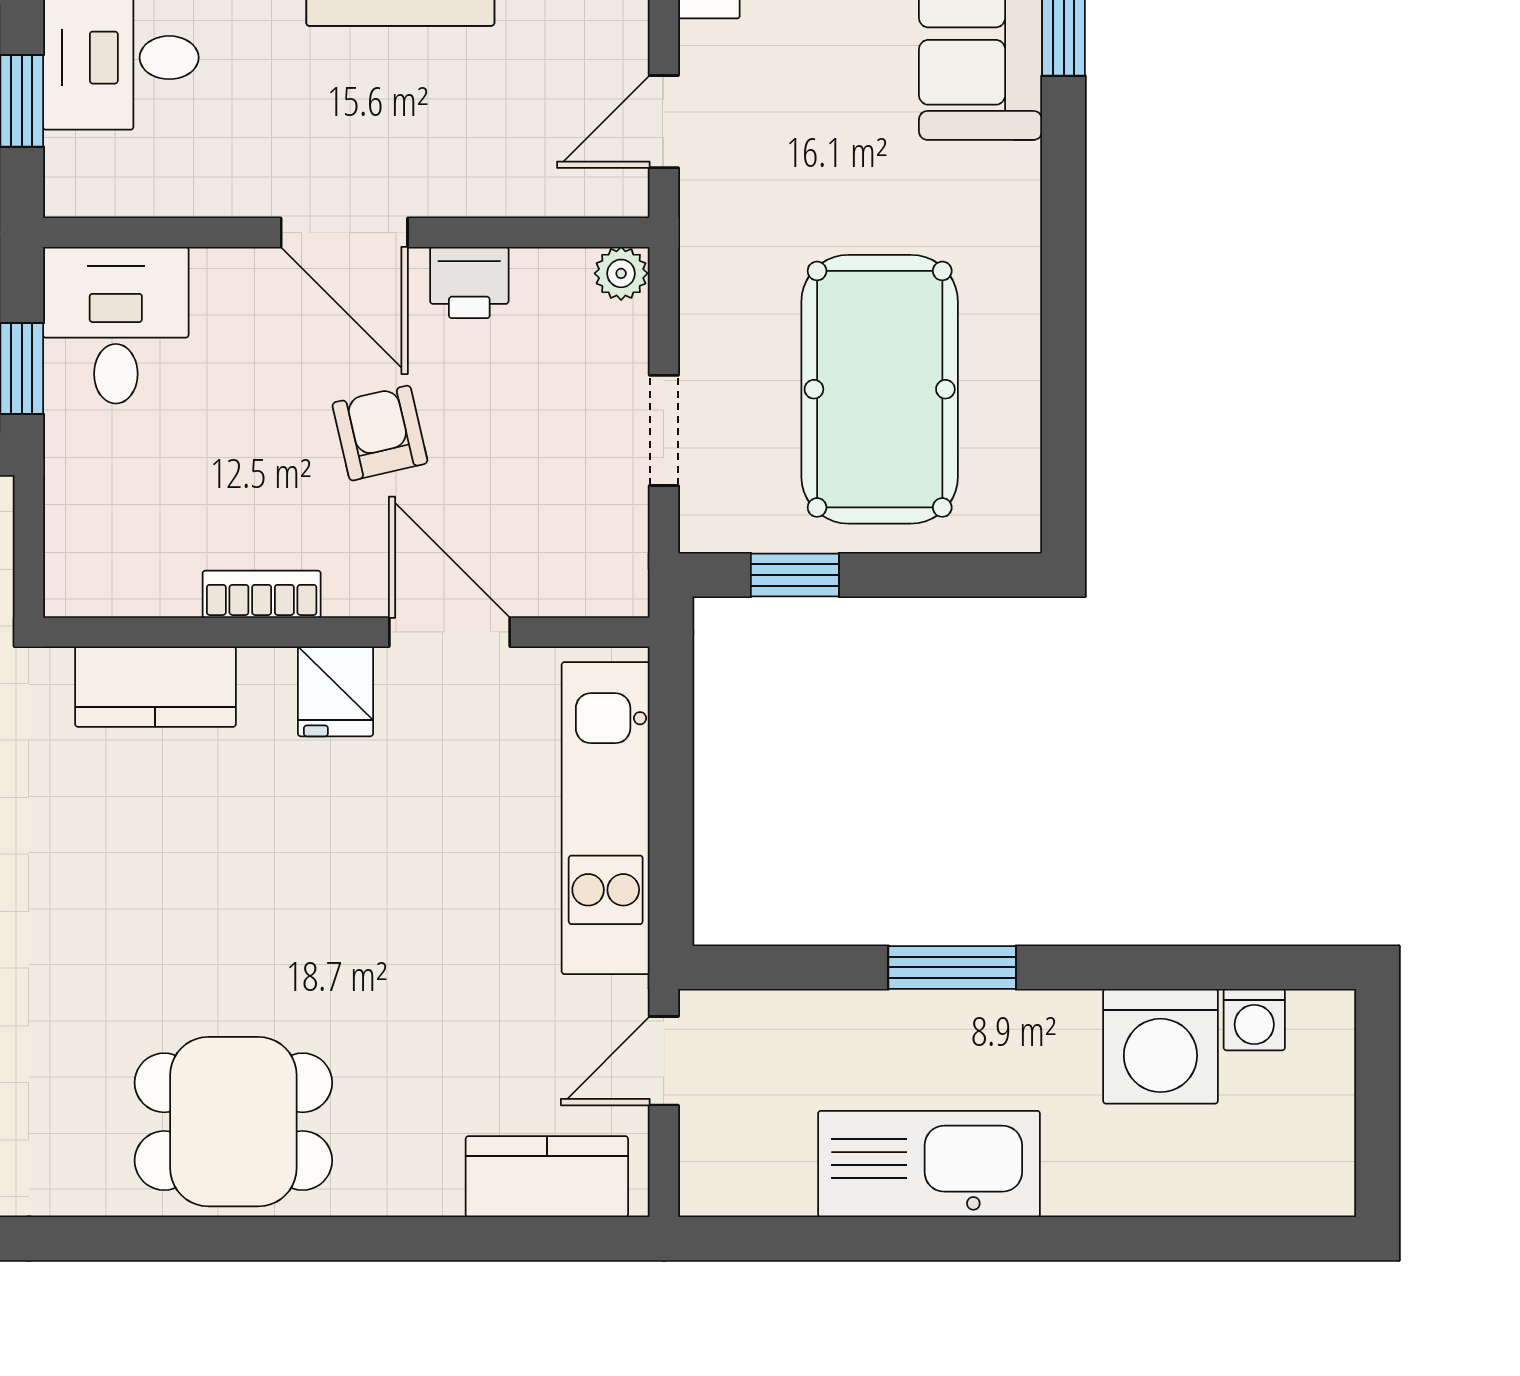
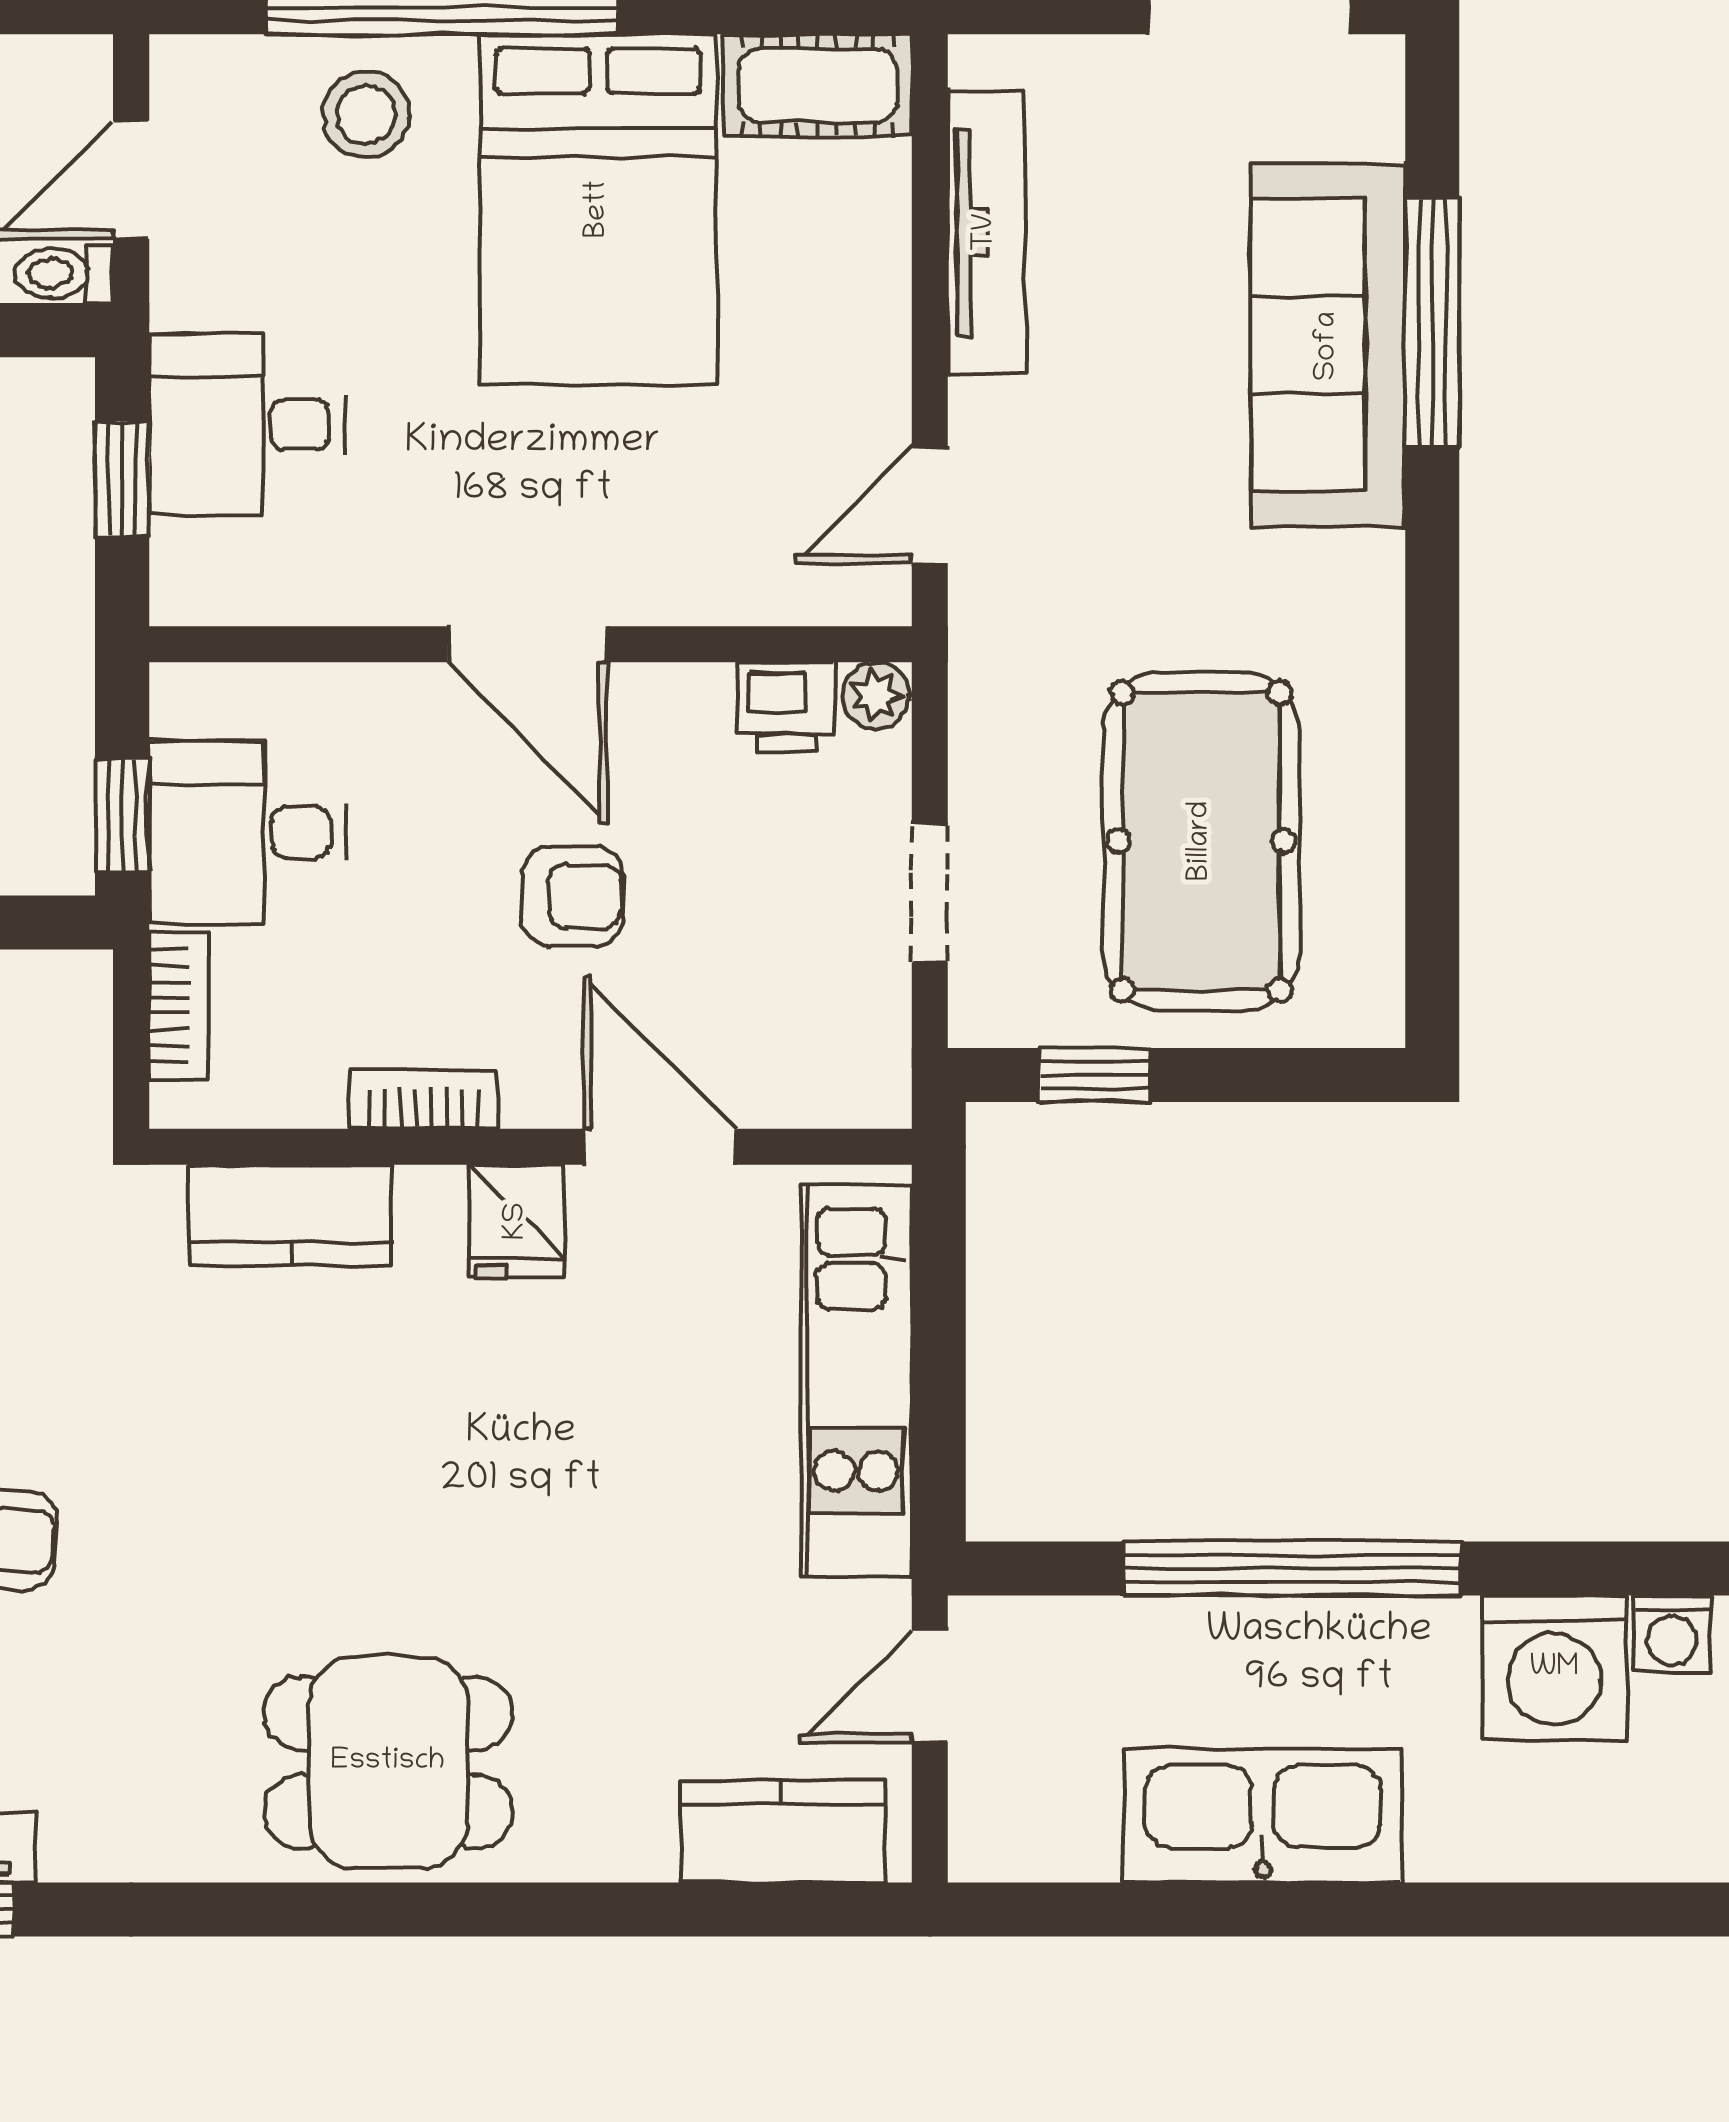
printer: (469, 282) -> (786, 707), moved
desk: (116, 325) -> (248, 832), moved, turned -90
armchair: (380, 433) -> (573, 896), turned 103
bookcase: (67, 520) -> (179, 1006), added
window: (952, 967) -> (1292, 1569), width x2.11

